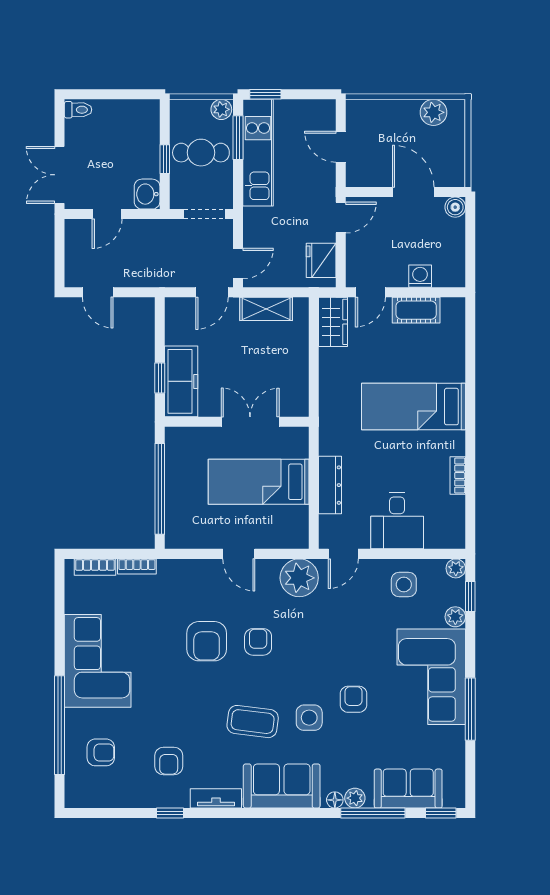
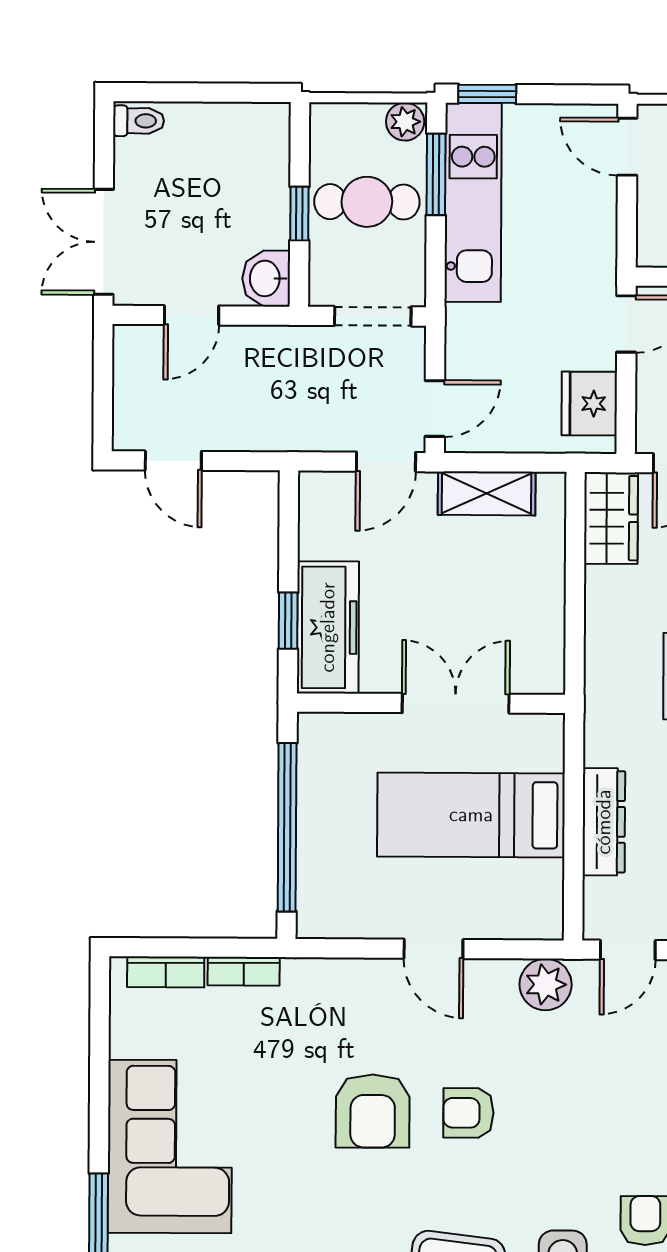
door: (341, 147) -> (627, 147), moved
plant: (299, 578) -> (546, 984), width x0.73, depth x0.73
armchair: (258, 642) -> (468, 1113), turned -90

